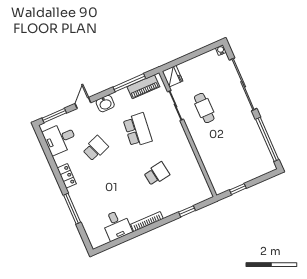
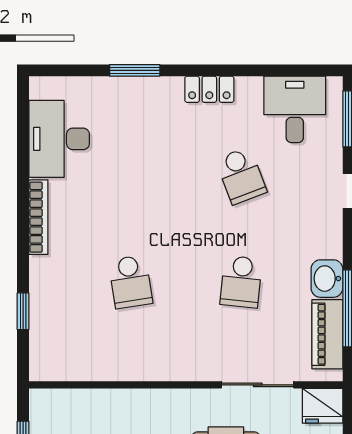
washbasin: (105, 104) -> (327, 279), moved
school desk: (138, 130) -> (241, 282), width x0.54
window: (72, 209) -> (135, 70), width x0.69
desk: (117, 225) -> (59, 139), width x1.37

